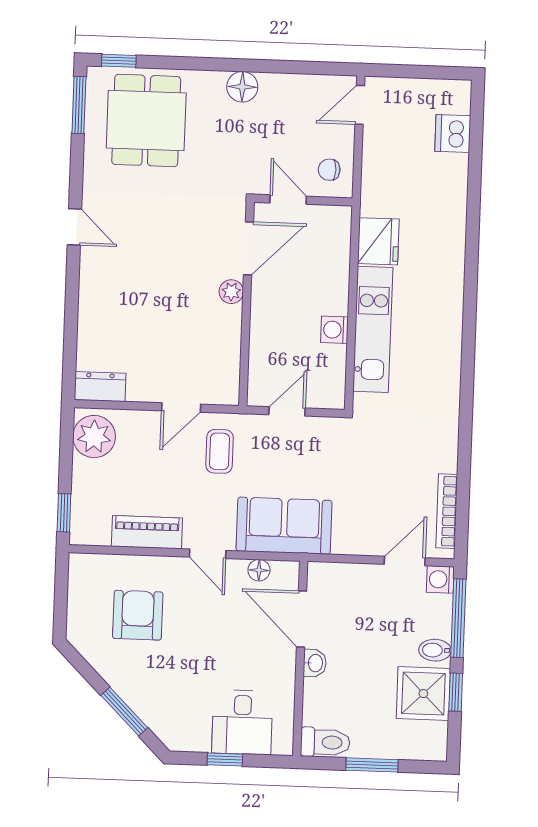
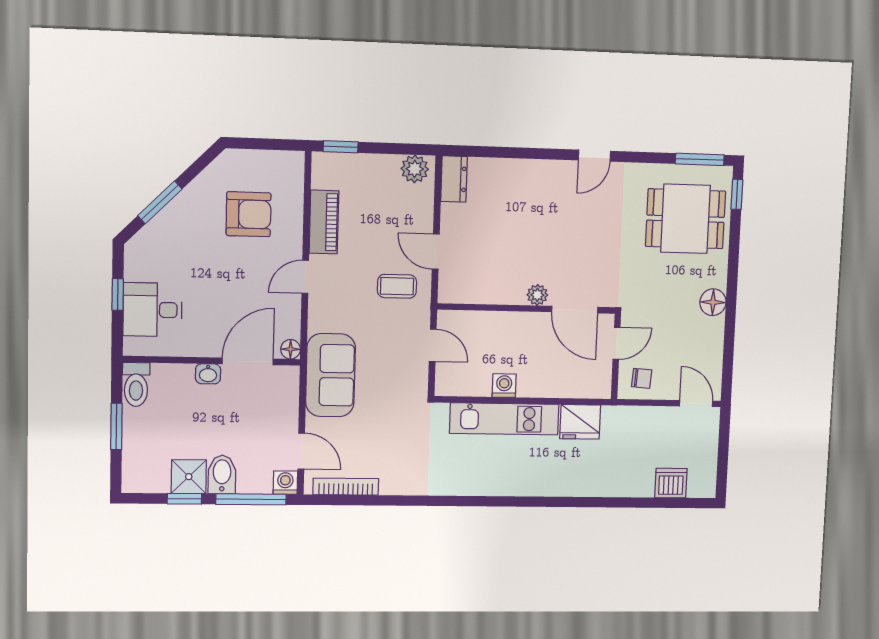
chair: (329, 170) -> (642, 378), turned 94
plant: (94, 437) -> (415, 169), width x0.73, depth x0.73
sofa: (284, 526) -> (331, 375), moved
floor lamp: (259, 570) -> (291, 349), moved
bidet: (435, 650) -> (222, 474), width x1.38, depth x1.36
shower: (423, 694) -> (189, 477), width x0.73, depth x0.73

